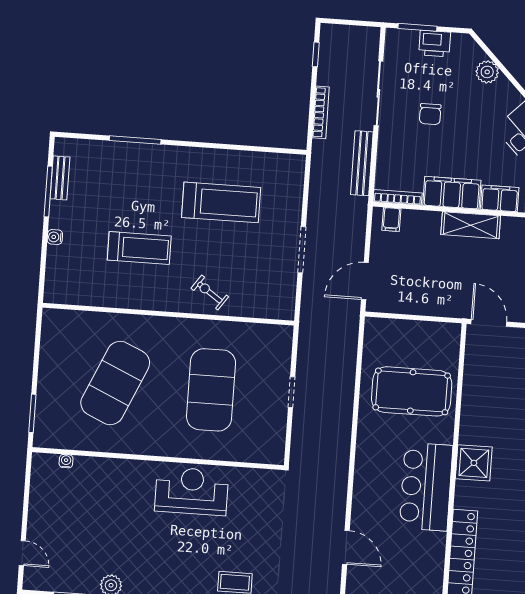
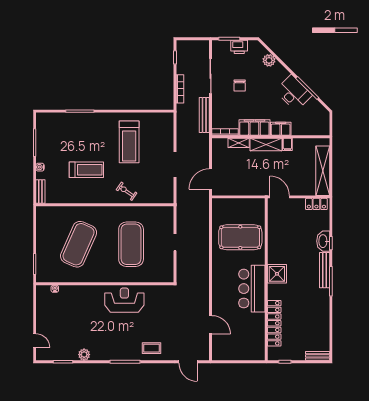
bench: (60, 178) -> (40, 192), moved
treadmill: (221, 202) -> (129, 142), turned 90
filing cabinet: (391, 219) -> (287, 144), moved
shelving: (421, 219) -> (239, 143), added

